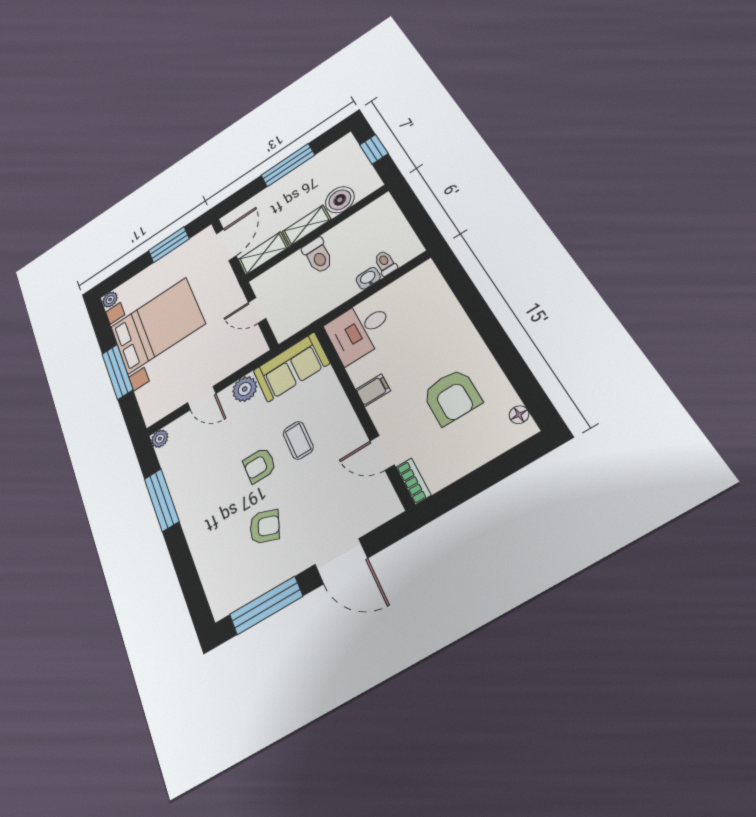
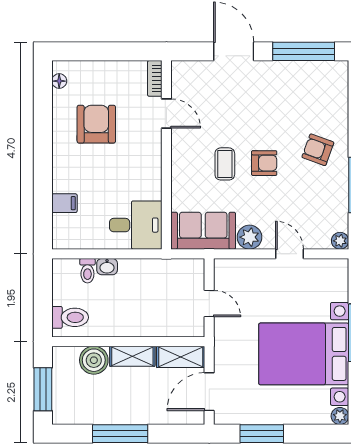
window: (374, 149) -> (43, 389), width x1.50
toilet: (318, 256) -> (70, 317), moved, turned 90
filing cabinet: (373, 390) -> (64, 203), moved, turned 180
armchair: (265, 527) -> (318, 150), moved

